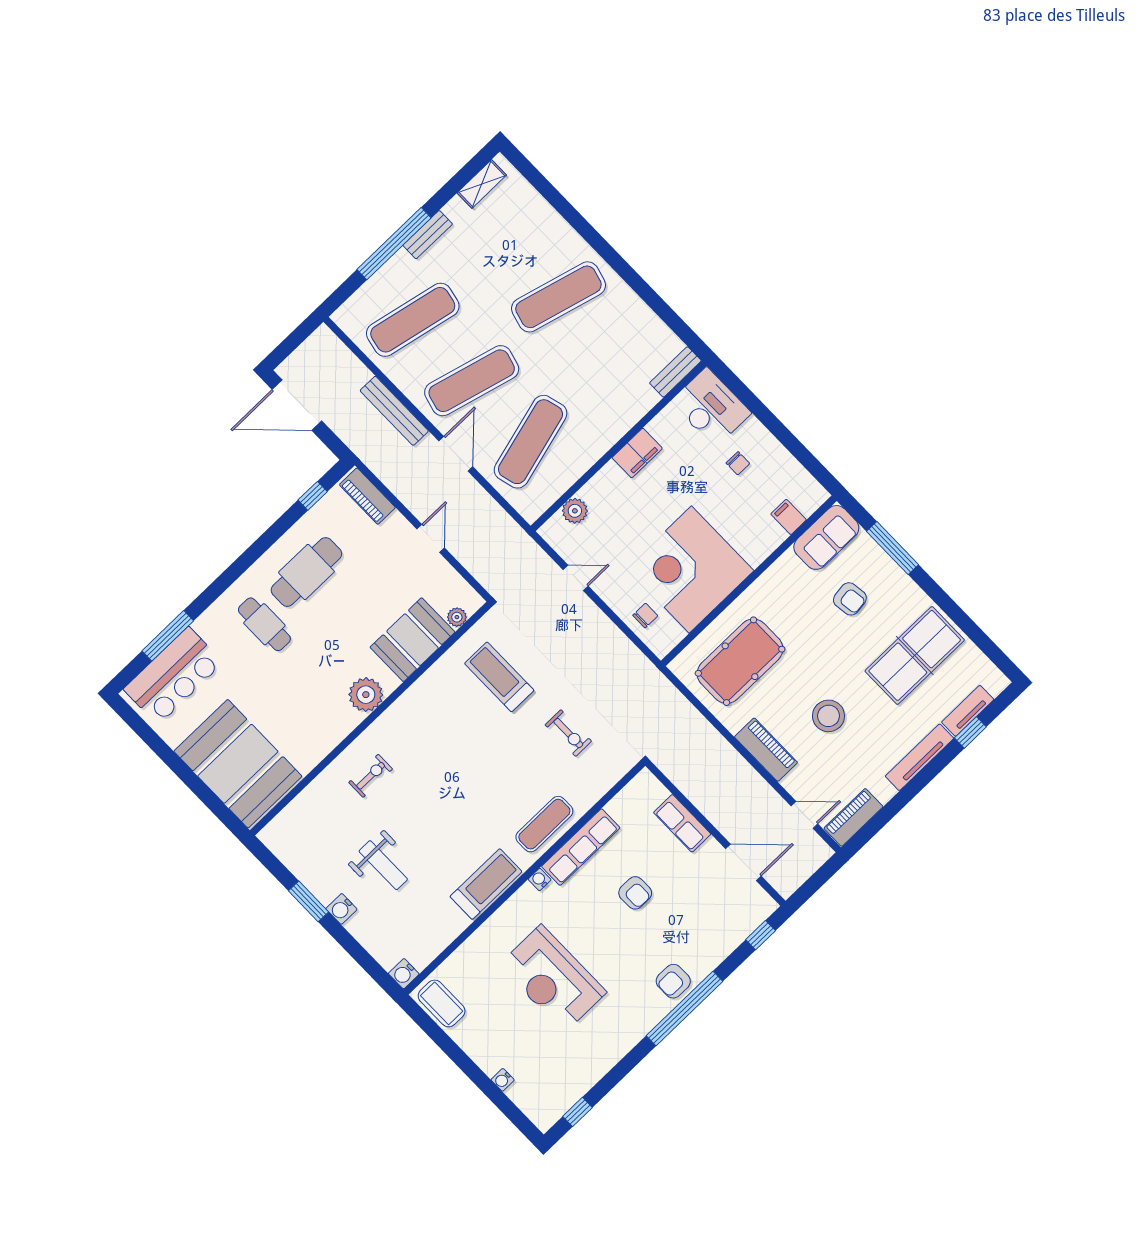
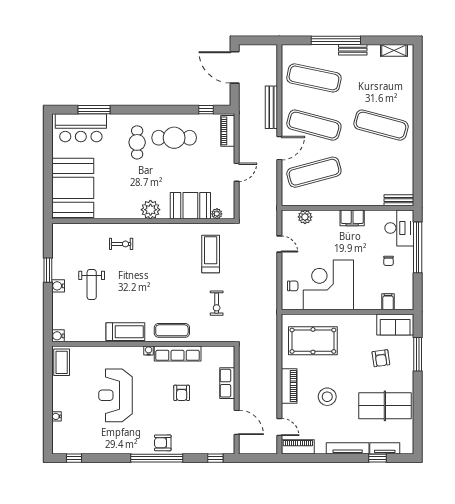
window: (759, 409) -> (418, 247), added

